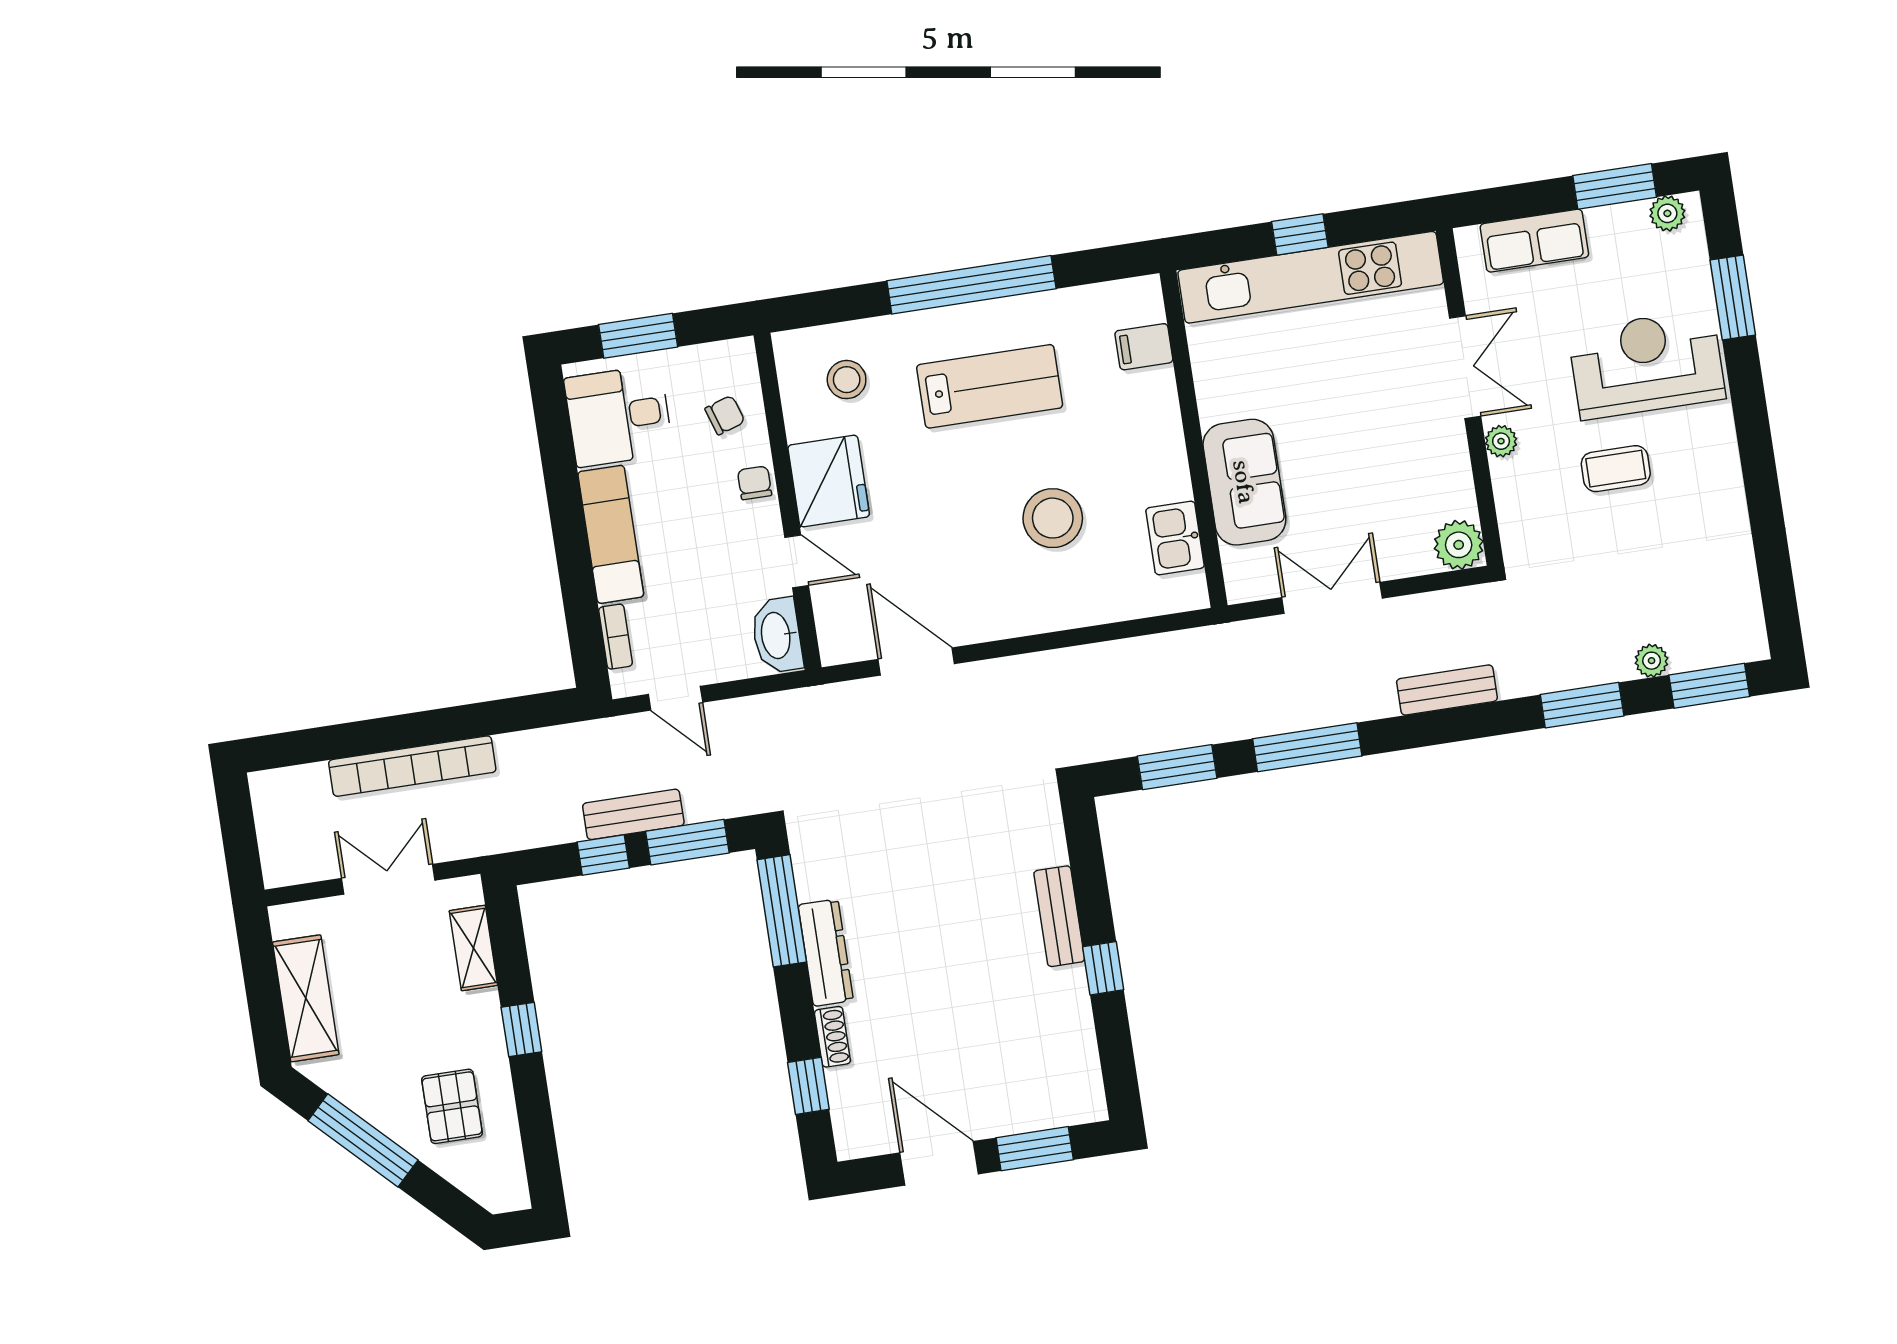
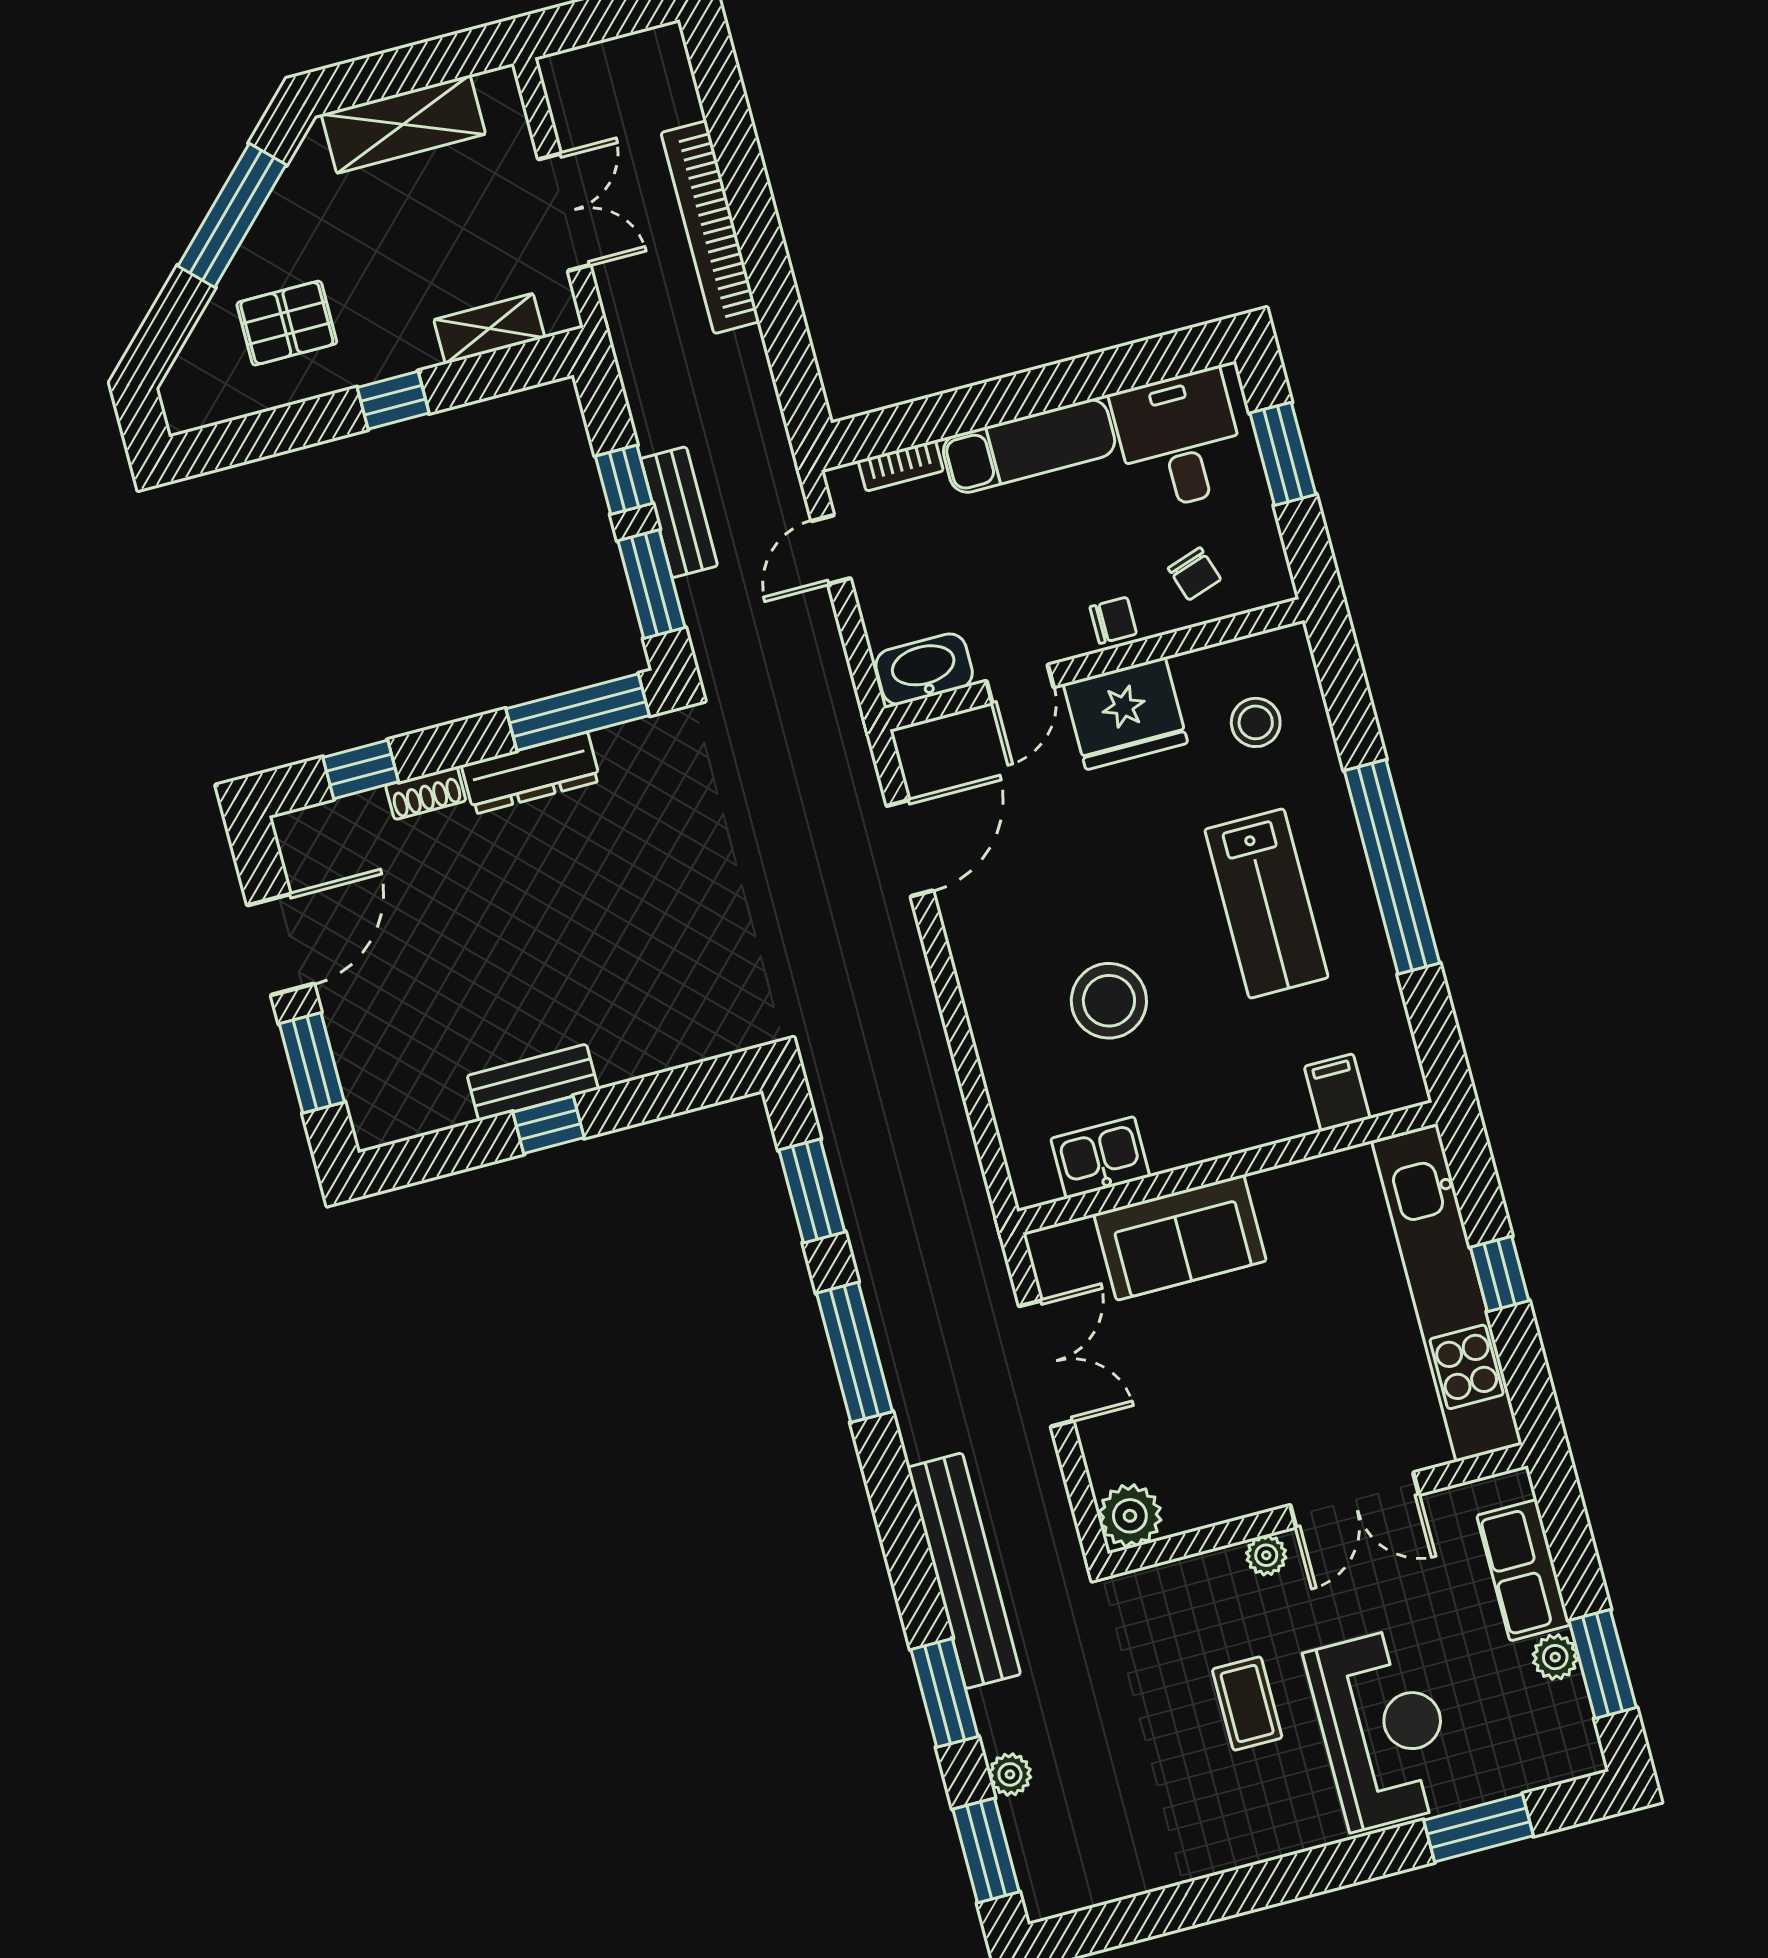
plant: (1667, 213) -> (1555, 1657), moved
bench: (1447, 690) -> (964, 1571), width x1.86, depth x1.21
bench: (1059, 916) -> (533, 1082), moved

